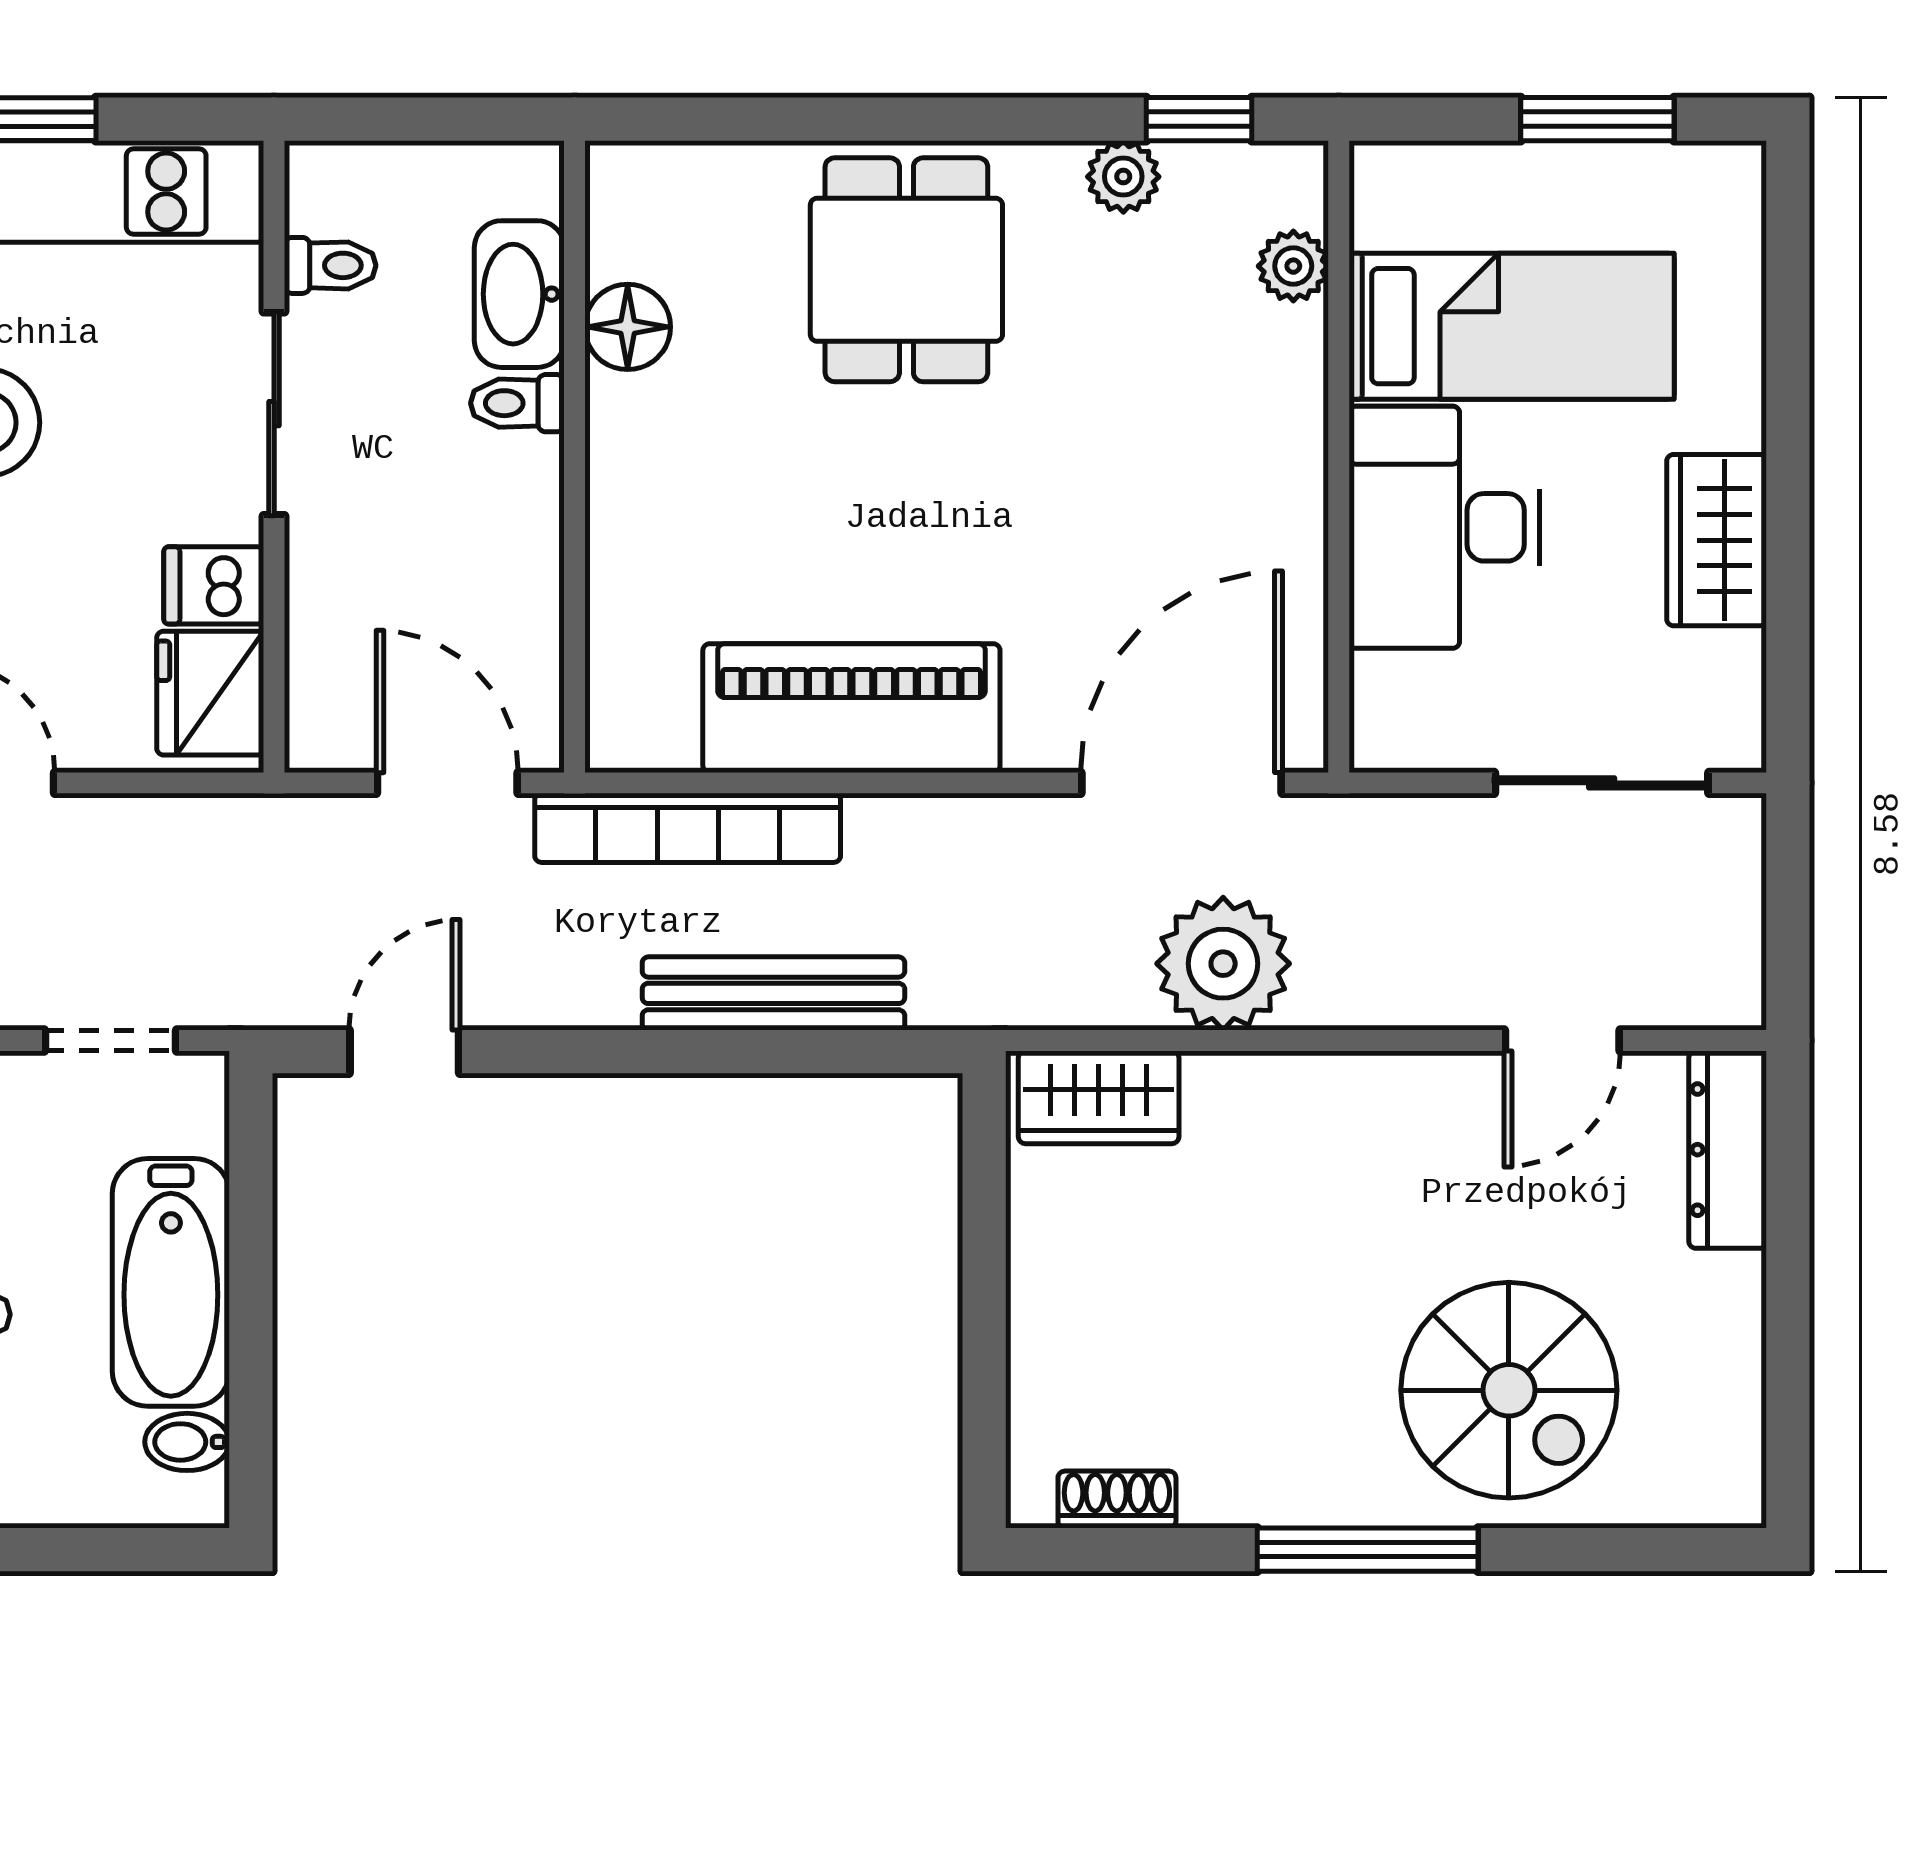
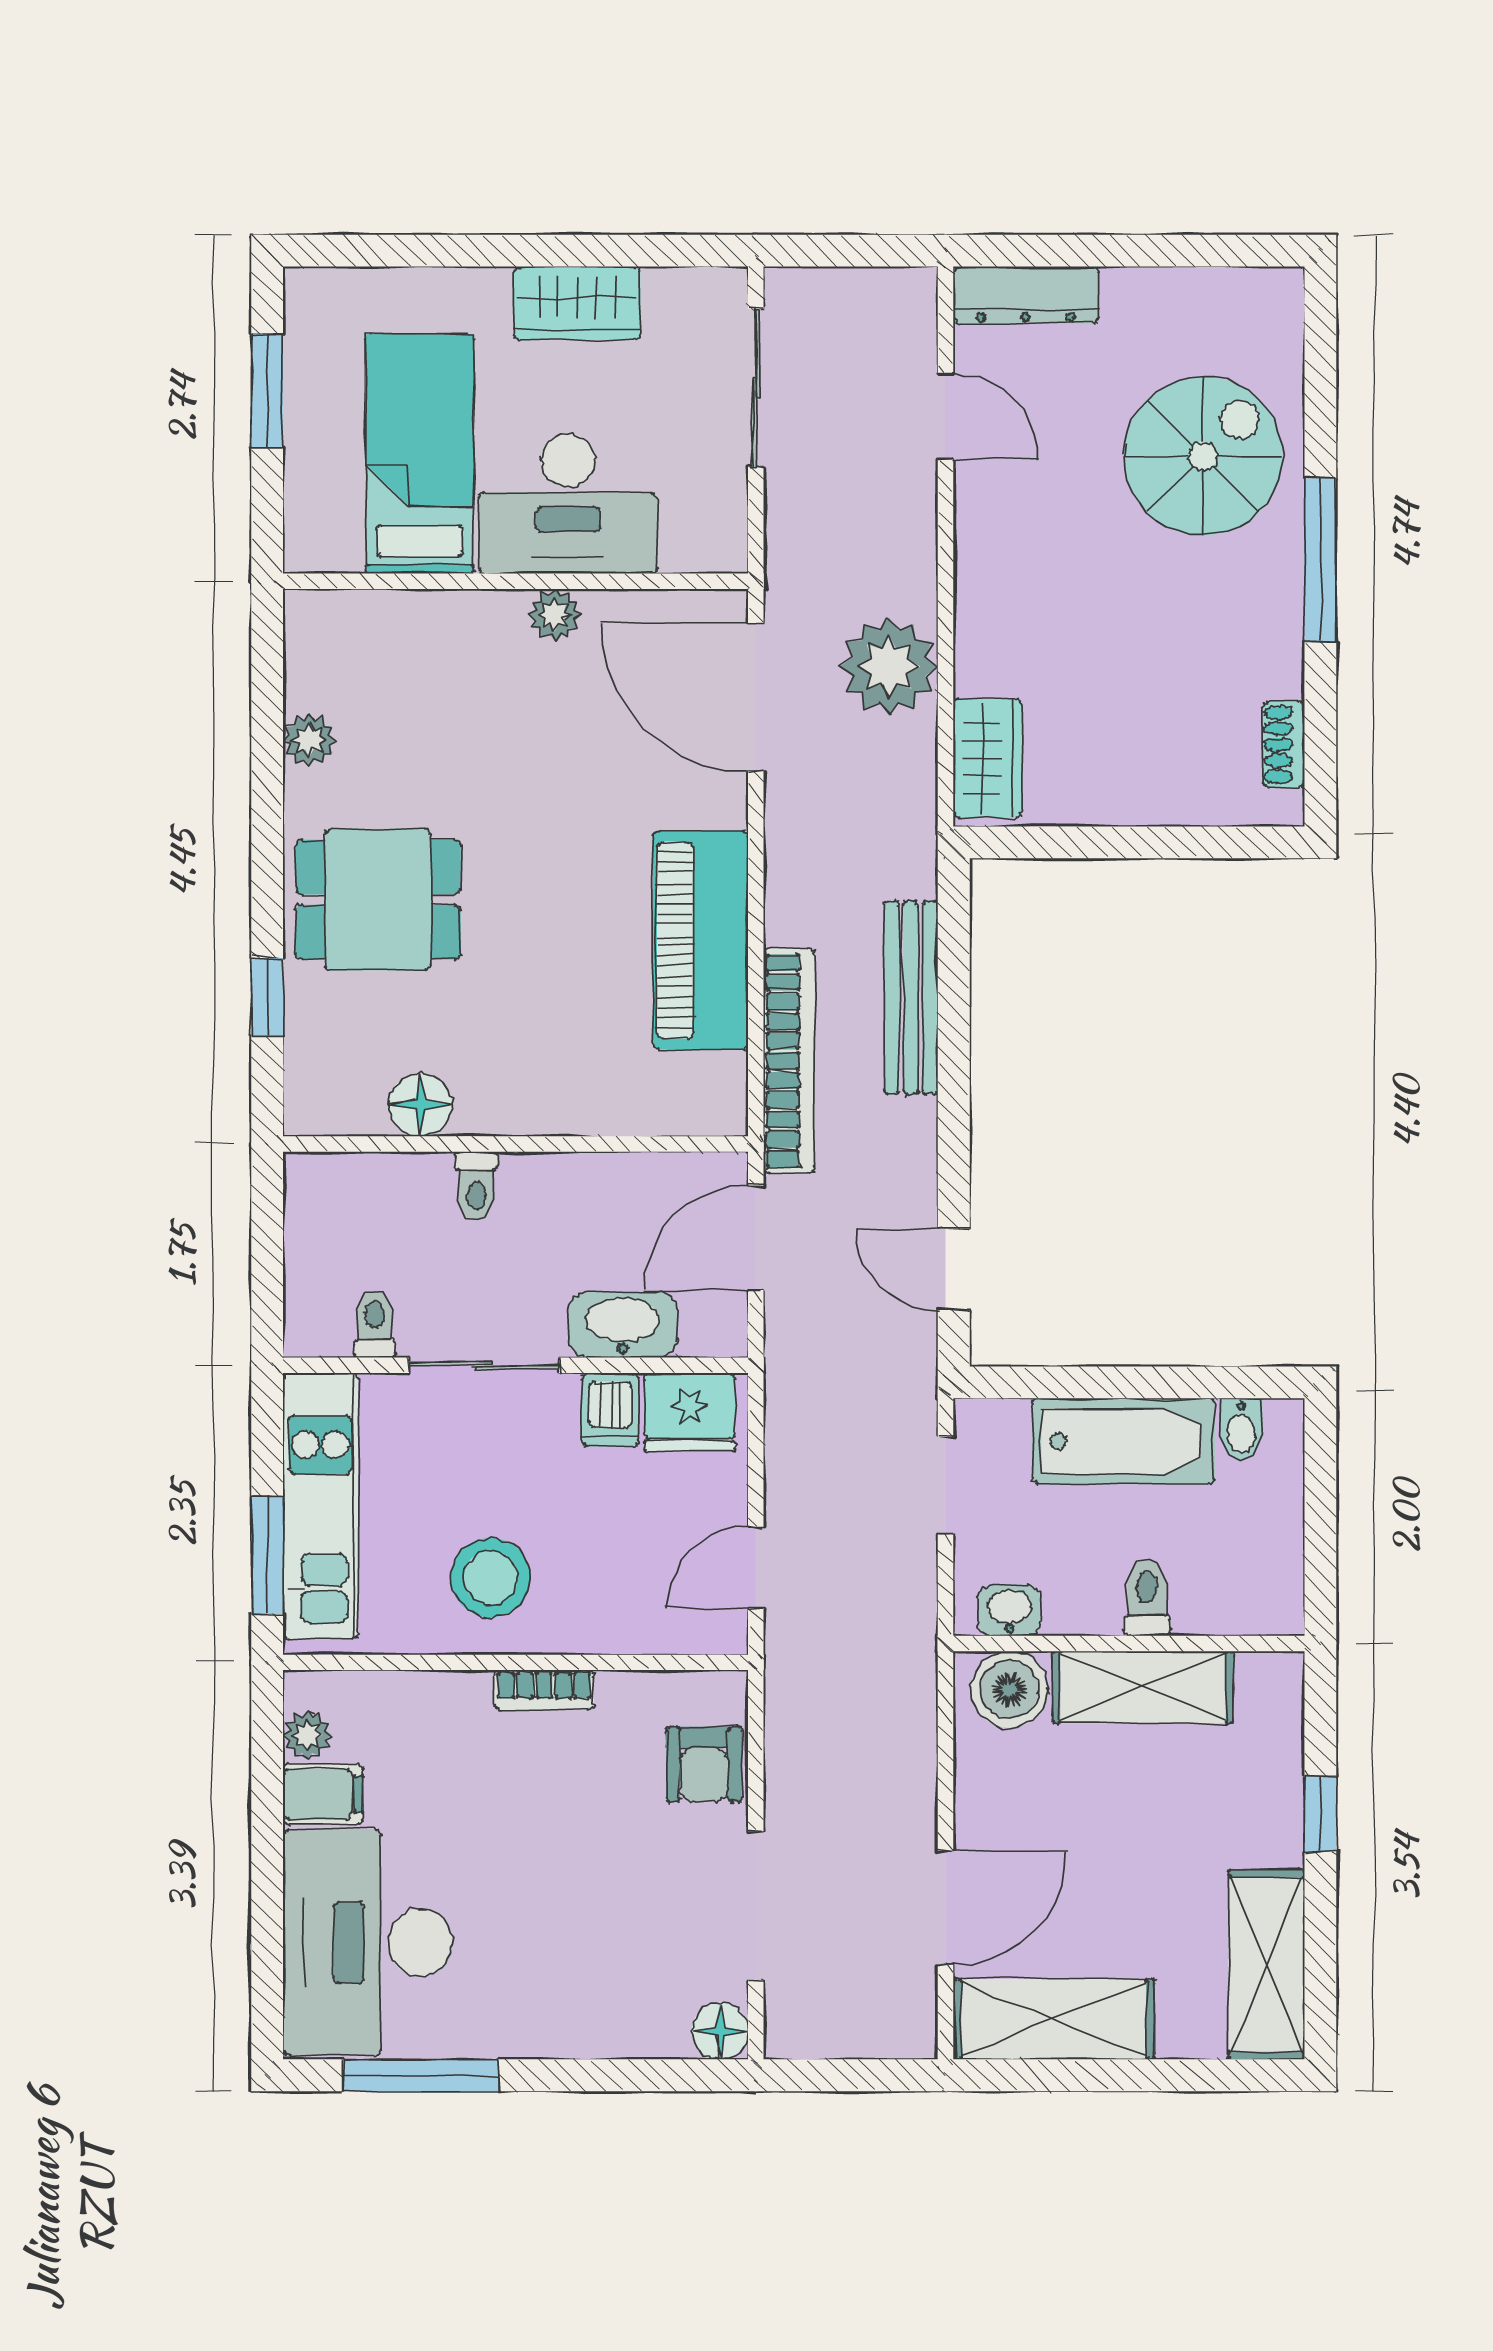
window: (1199, 119) -> (267, 997), moved
plant: (1293, 266) -> (555, 615), moved
washbasin: (519, 294) -> (623, 1325), moved, turned 180

